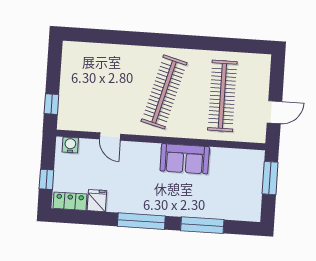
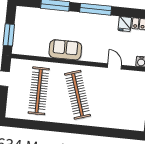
clothes rail: (164, 92) -> (78, 95), turned -33

